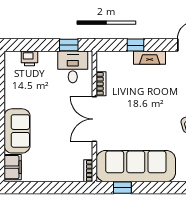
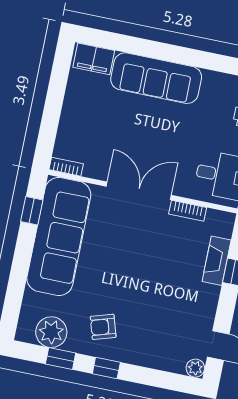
fireplace: (150, 58) -> (217, 261), moved
sofa: (17, 131) -> (156, 78), width x1.36

